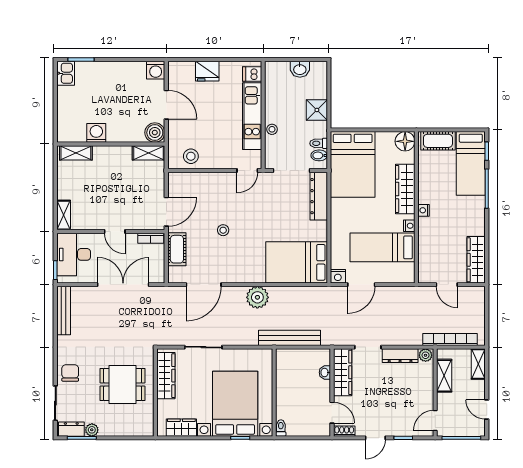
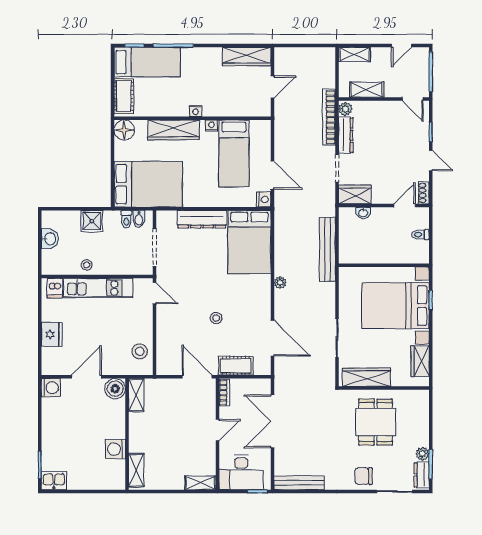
stool: (272, 129) -> (87, 265), moved
dresser: (319, 196) -> (202, 219), moved
plant: (257, 297) -> (280, 283), width x0.53, depth x0.53
bookcase: (450, 339) -> (329, 117), moved
wardrobe: (343, 372) -> (355, 194), width x0.67
toilet: (281, 428) -> (420, 235), moved

